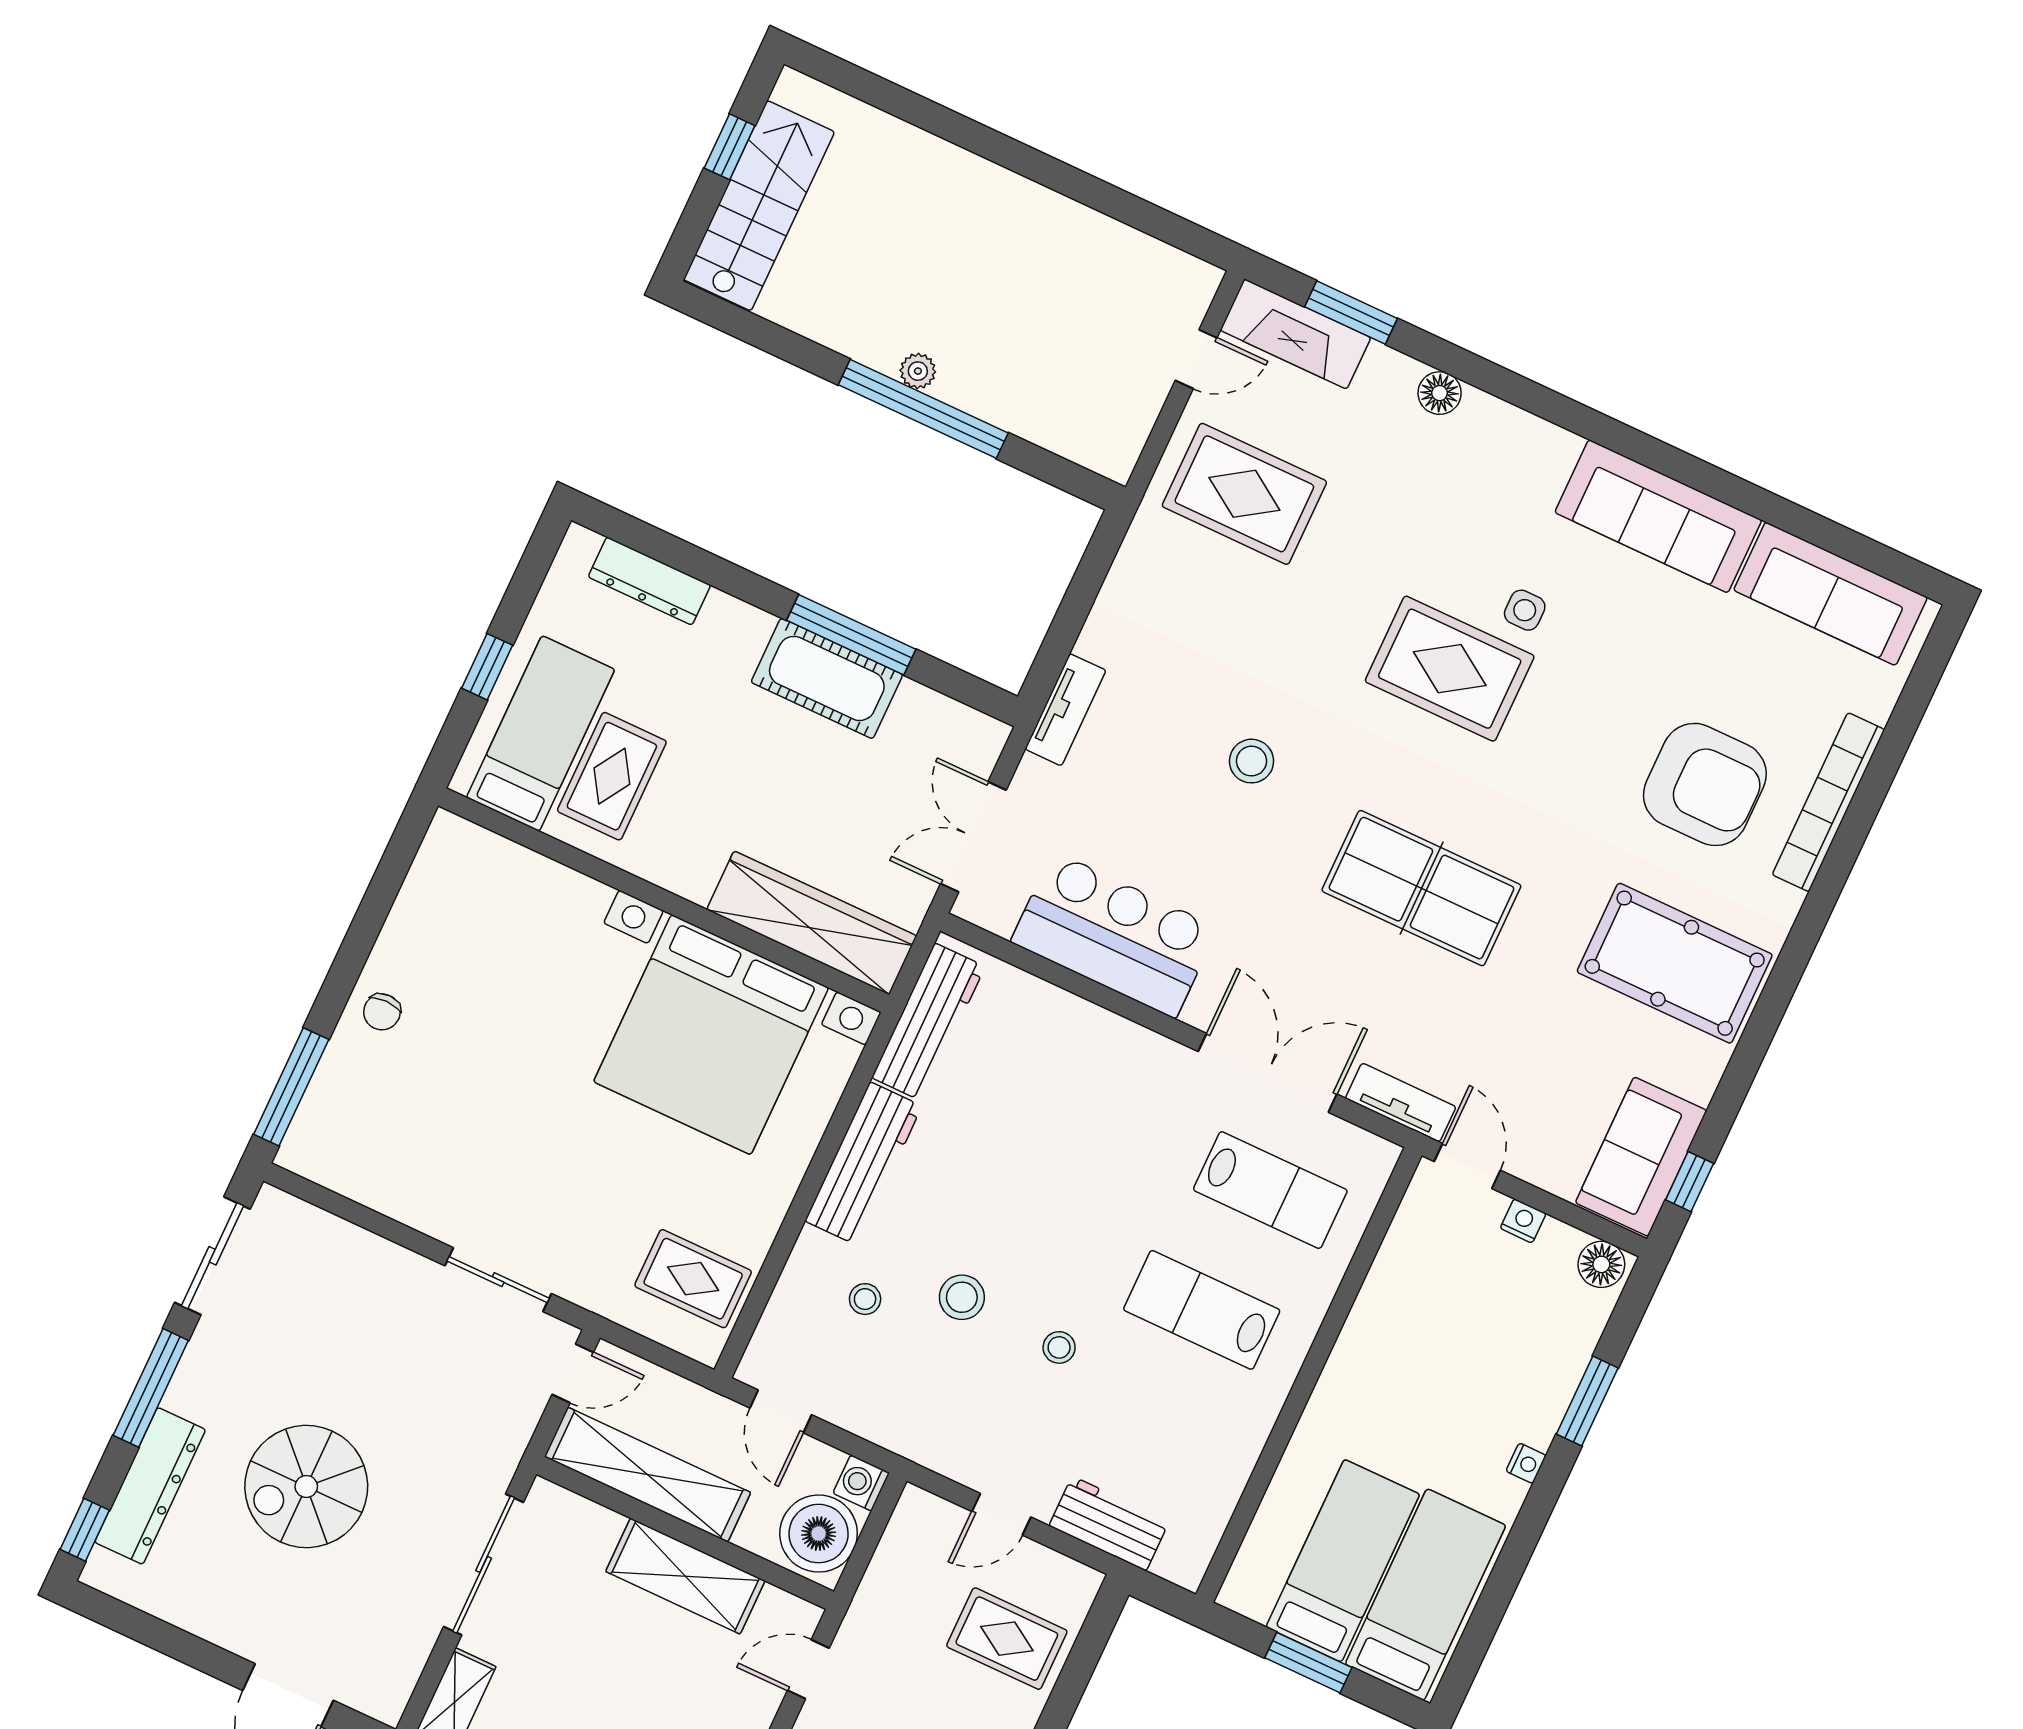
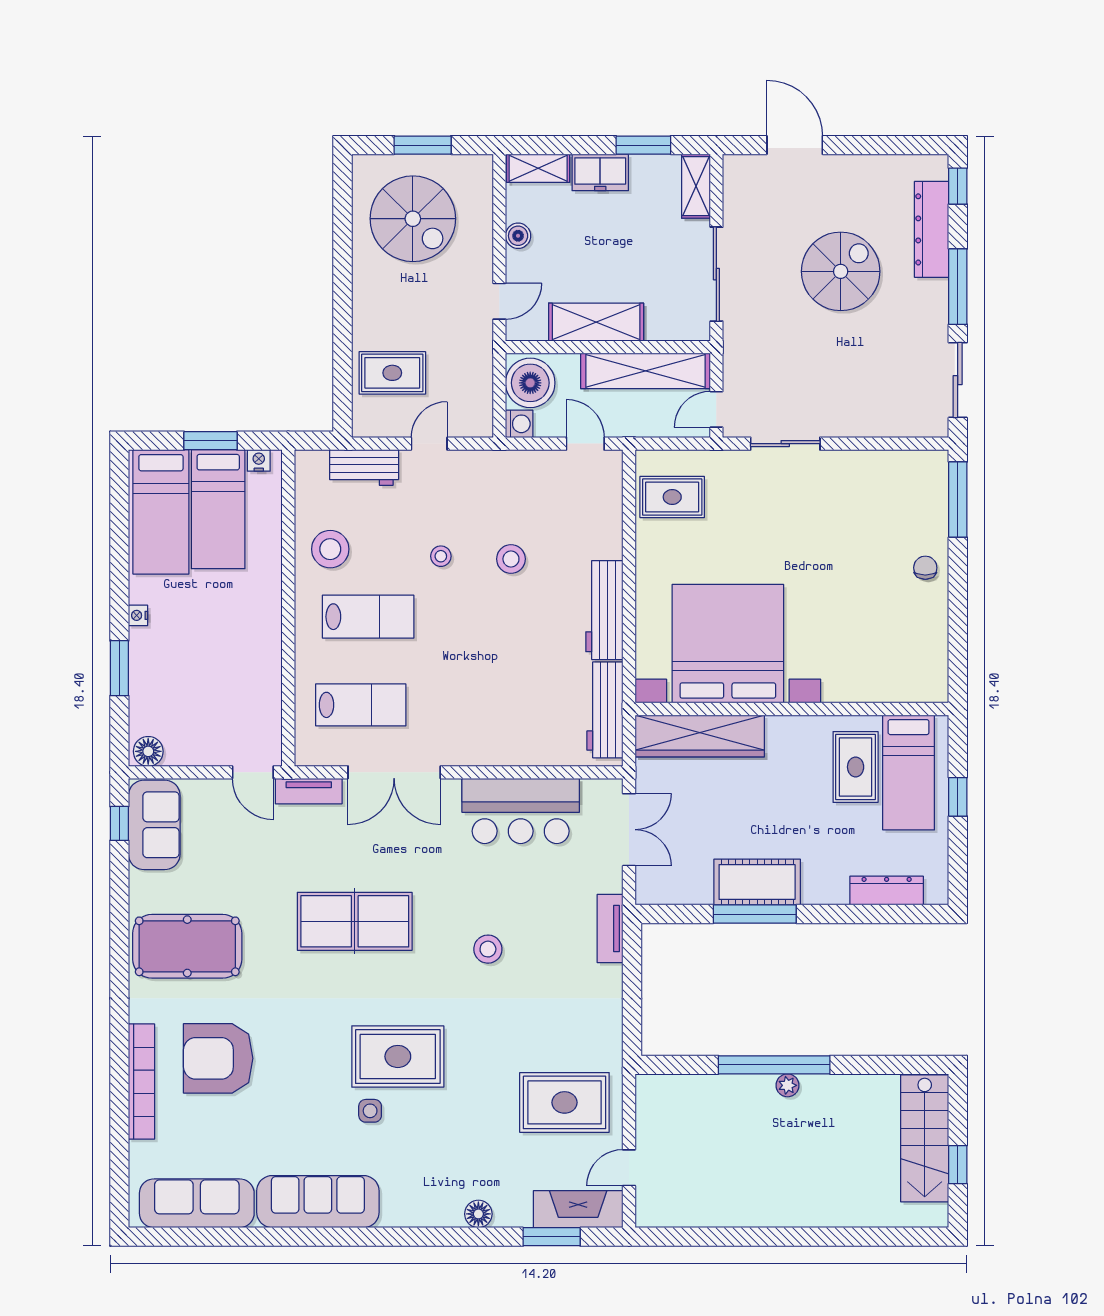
lab bench: (1270, 1190) -> (361, 705), turned 180
nightstand: (1523, 1221) -> (259, 460), moved, turned 180
stool: (865, 1299) -> (330, 549), moved, width x1.89, depth x1.89

